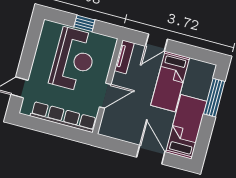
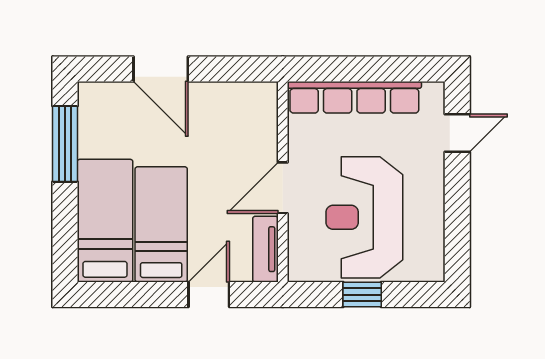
door: (105, 96) -> (283, 188), moved
window: (214, 98) -> (65, 144), moved
bed: (186, 127) -> (105, 221), moved, turned 180

